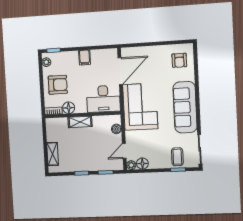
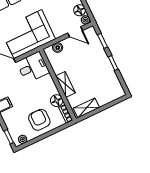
desk: (103, 99) -> (33, 67), width x0.73
shelving: (53, 154) -> (86, 108), moved

